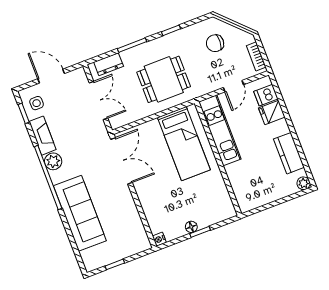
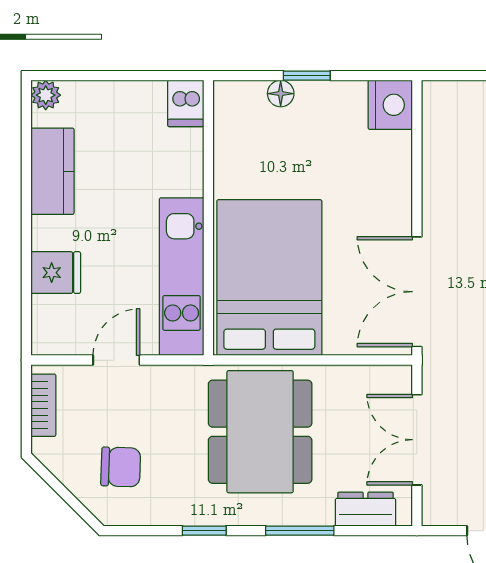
dining table: (164, 79) -> (260, 432), width x1.38
dishwasher: (266, 95) -> (186, 103), moved, turned 90
bed: (184, 144) -> (269, 278), width x1.50
floor lamp: (191, 227) -> (281, 94), moved
nightstand: (159, 239) -> (390, 105), width x1.89, depth x1.79

